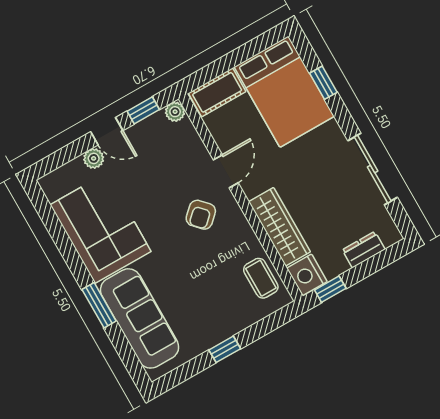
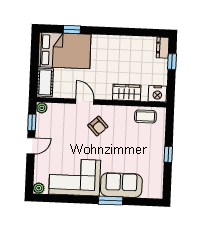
plant: (94, 158) -> (39, 188), moved
sliding door: (373, 169) -> (127, 32), removed
wardrobe: (280, 227) -> (127, 93), width x0.67
dresser: (364, 250) -> (163, 48), moved
window: (330, 289) -> (172, 62), moved
sofa: (140, 318) -> (121, 185), width x0.73

